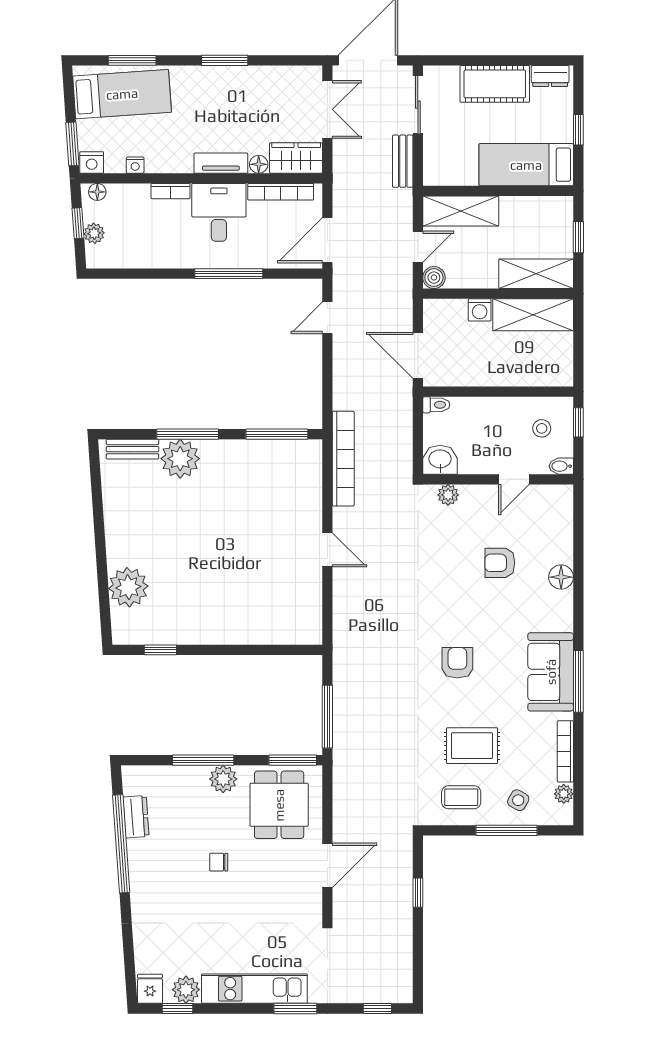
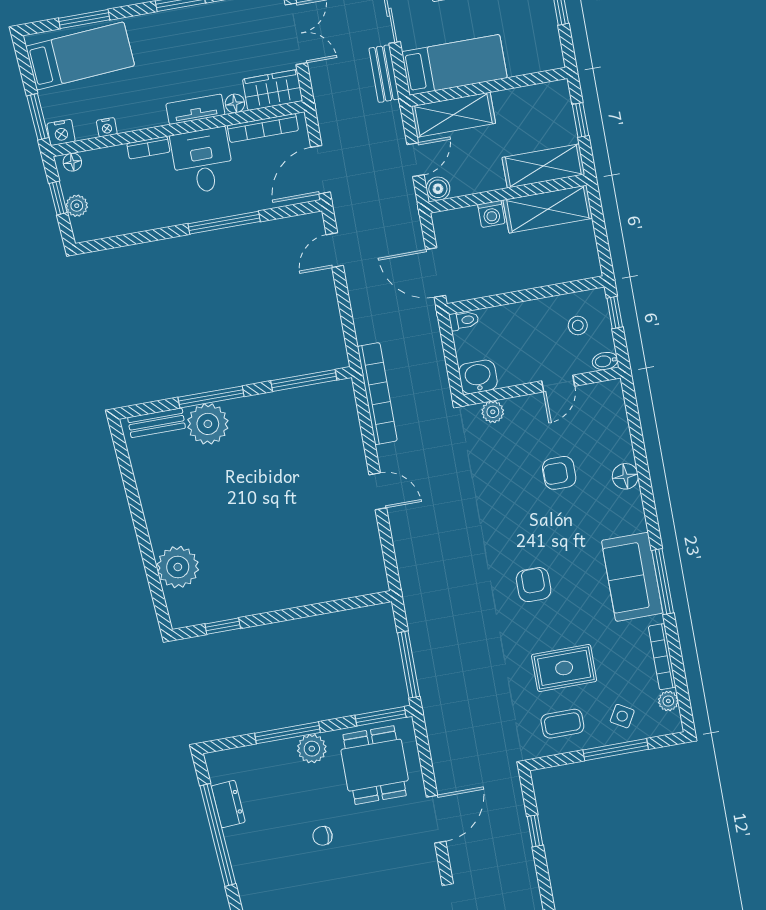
bed: (526, 165) -> (454, 65), moved, turned 180

